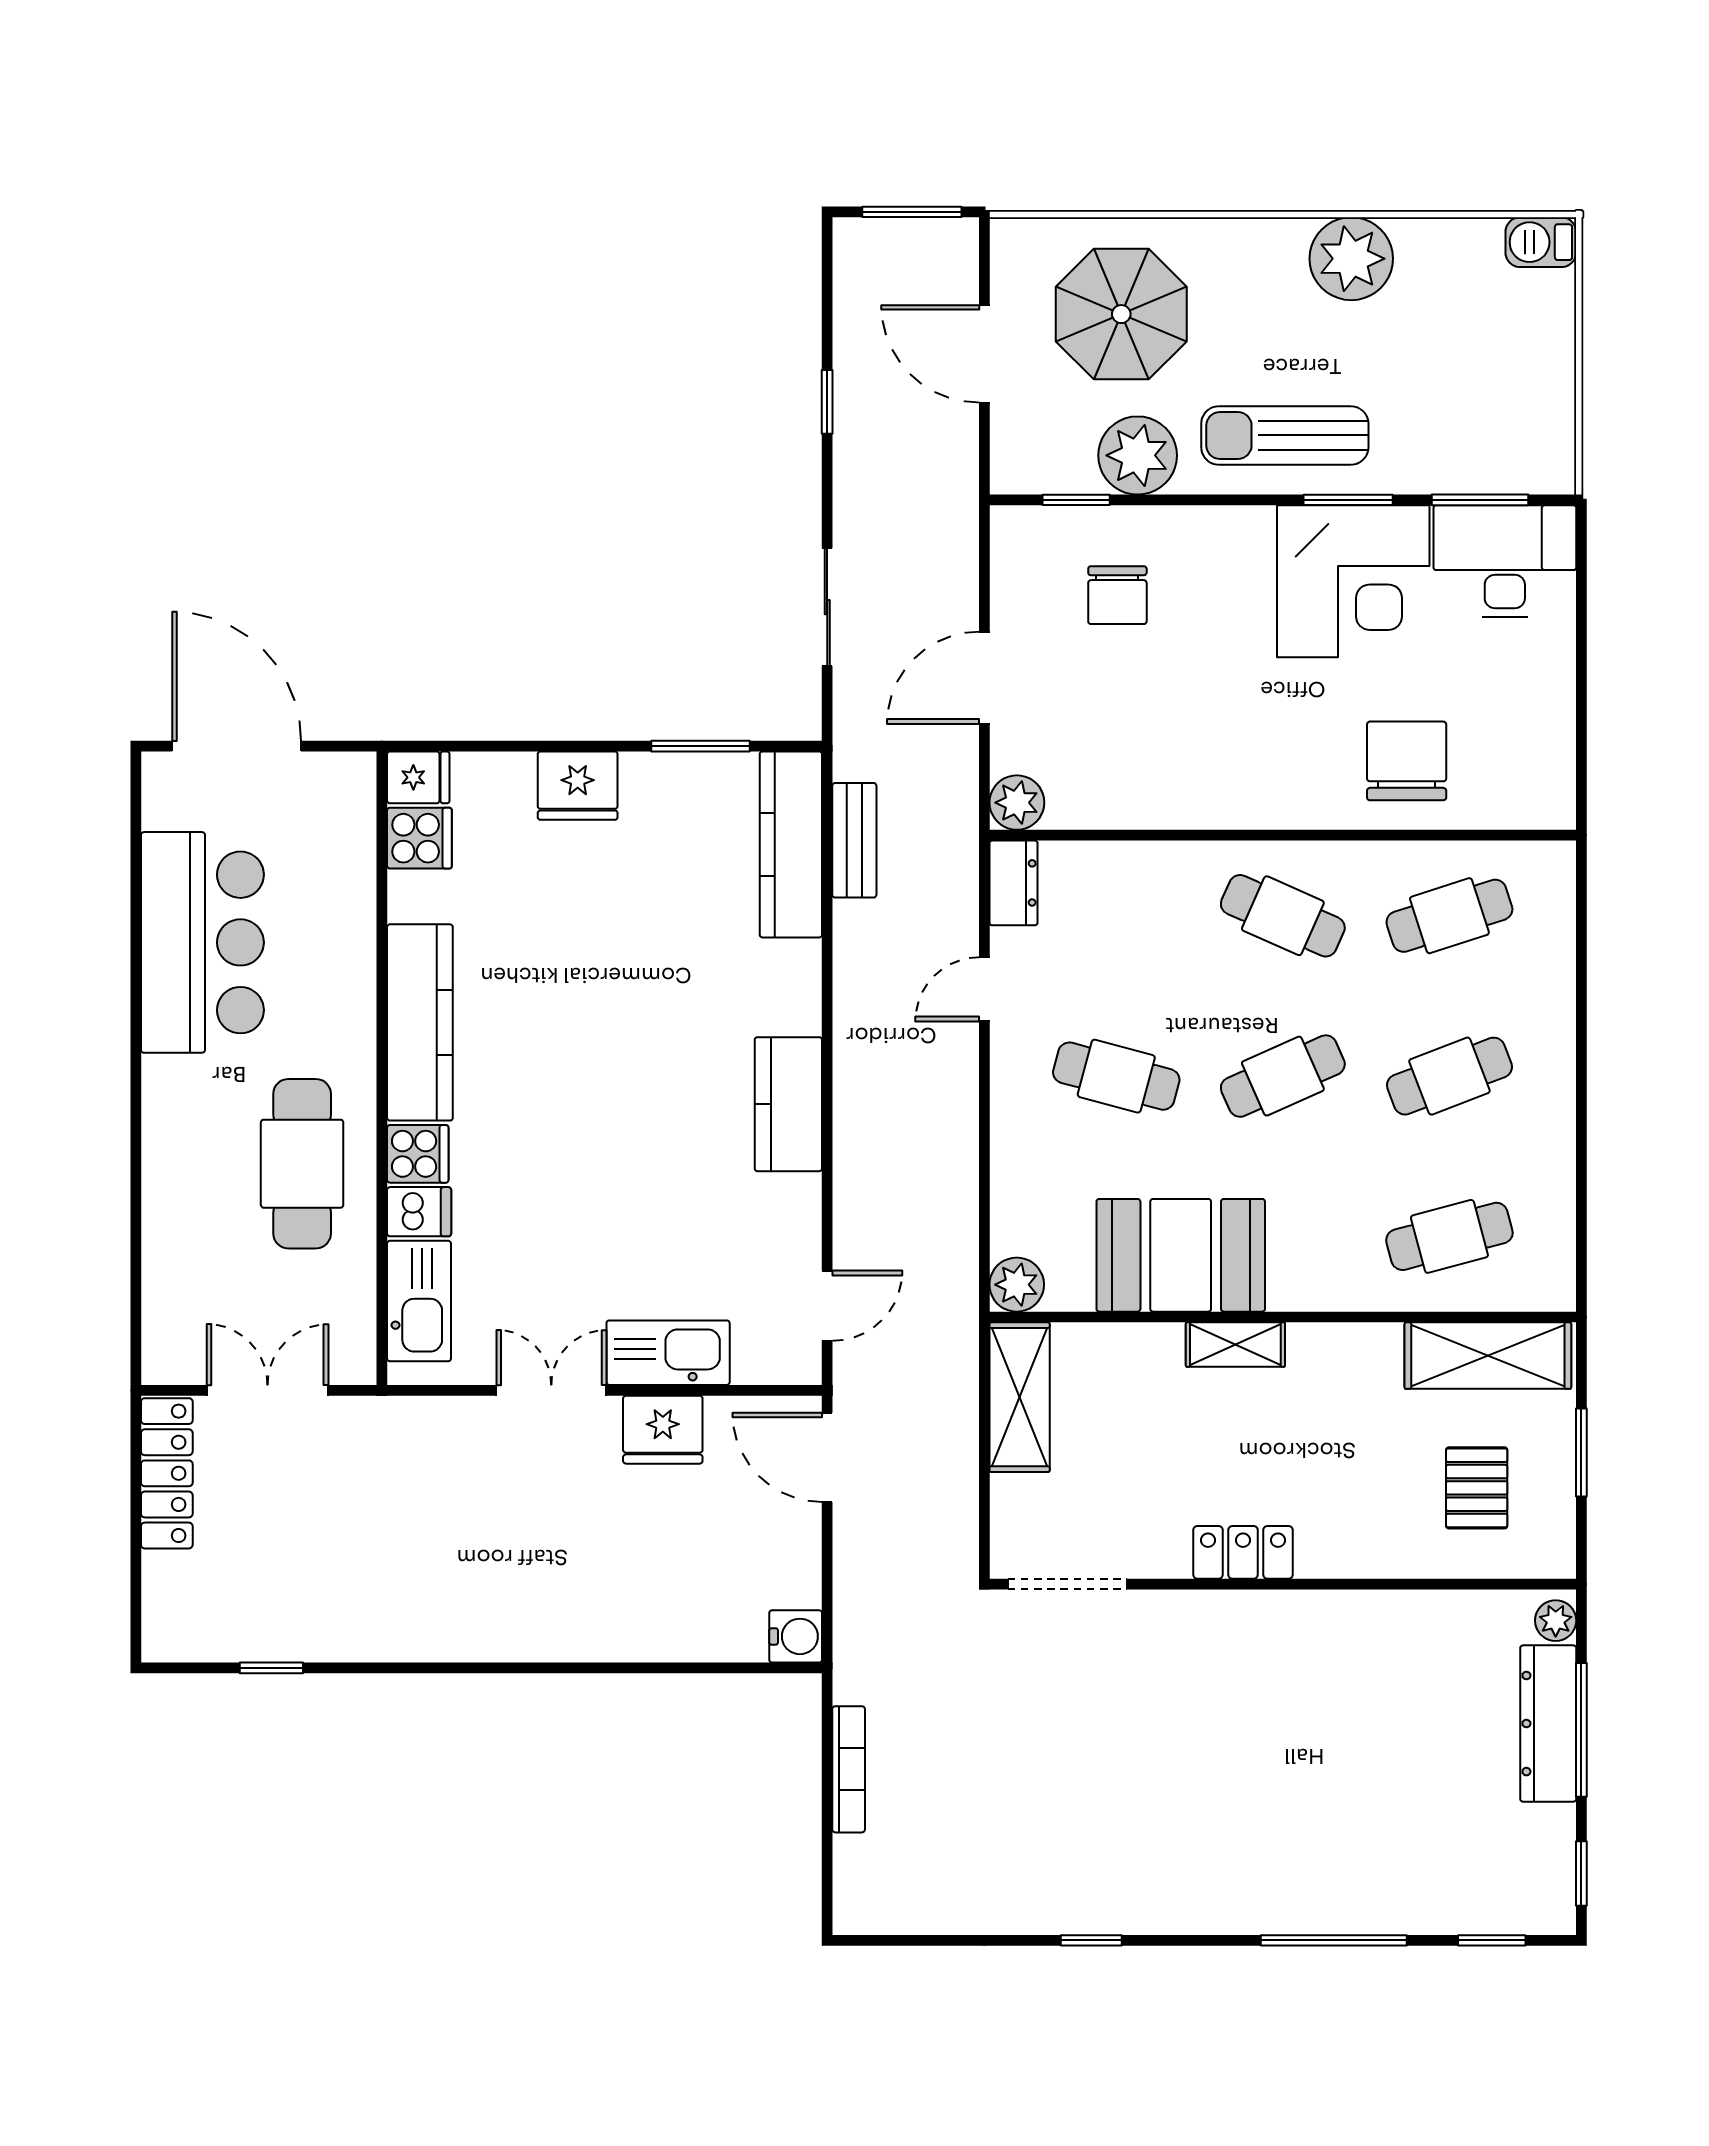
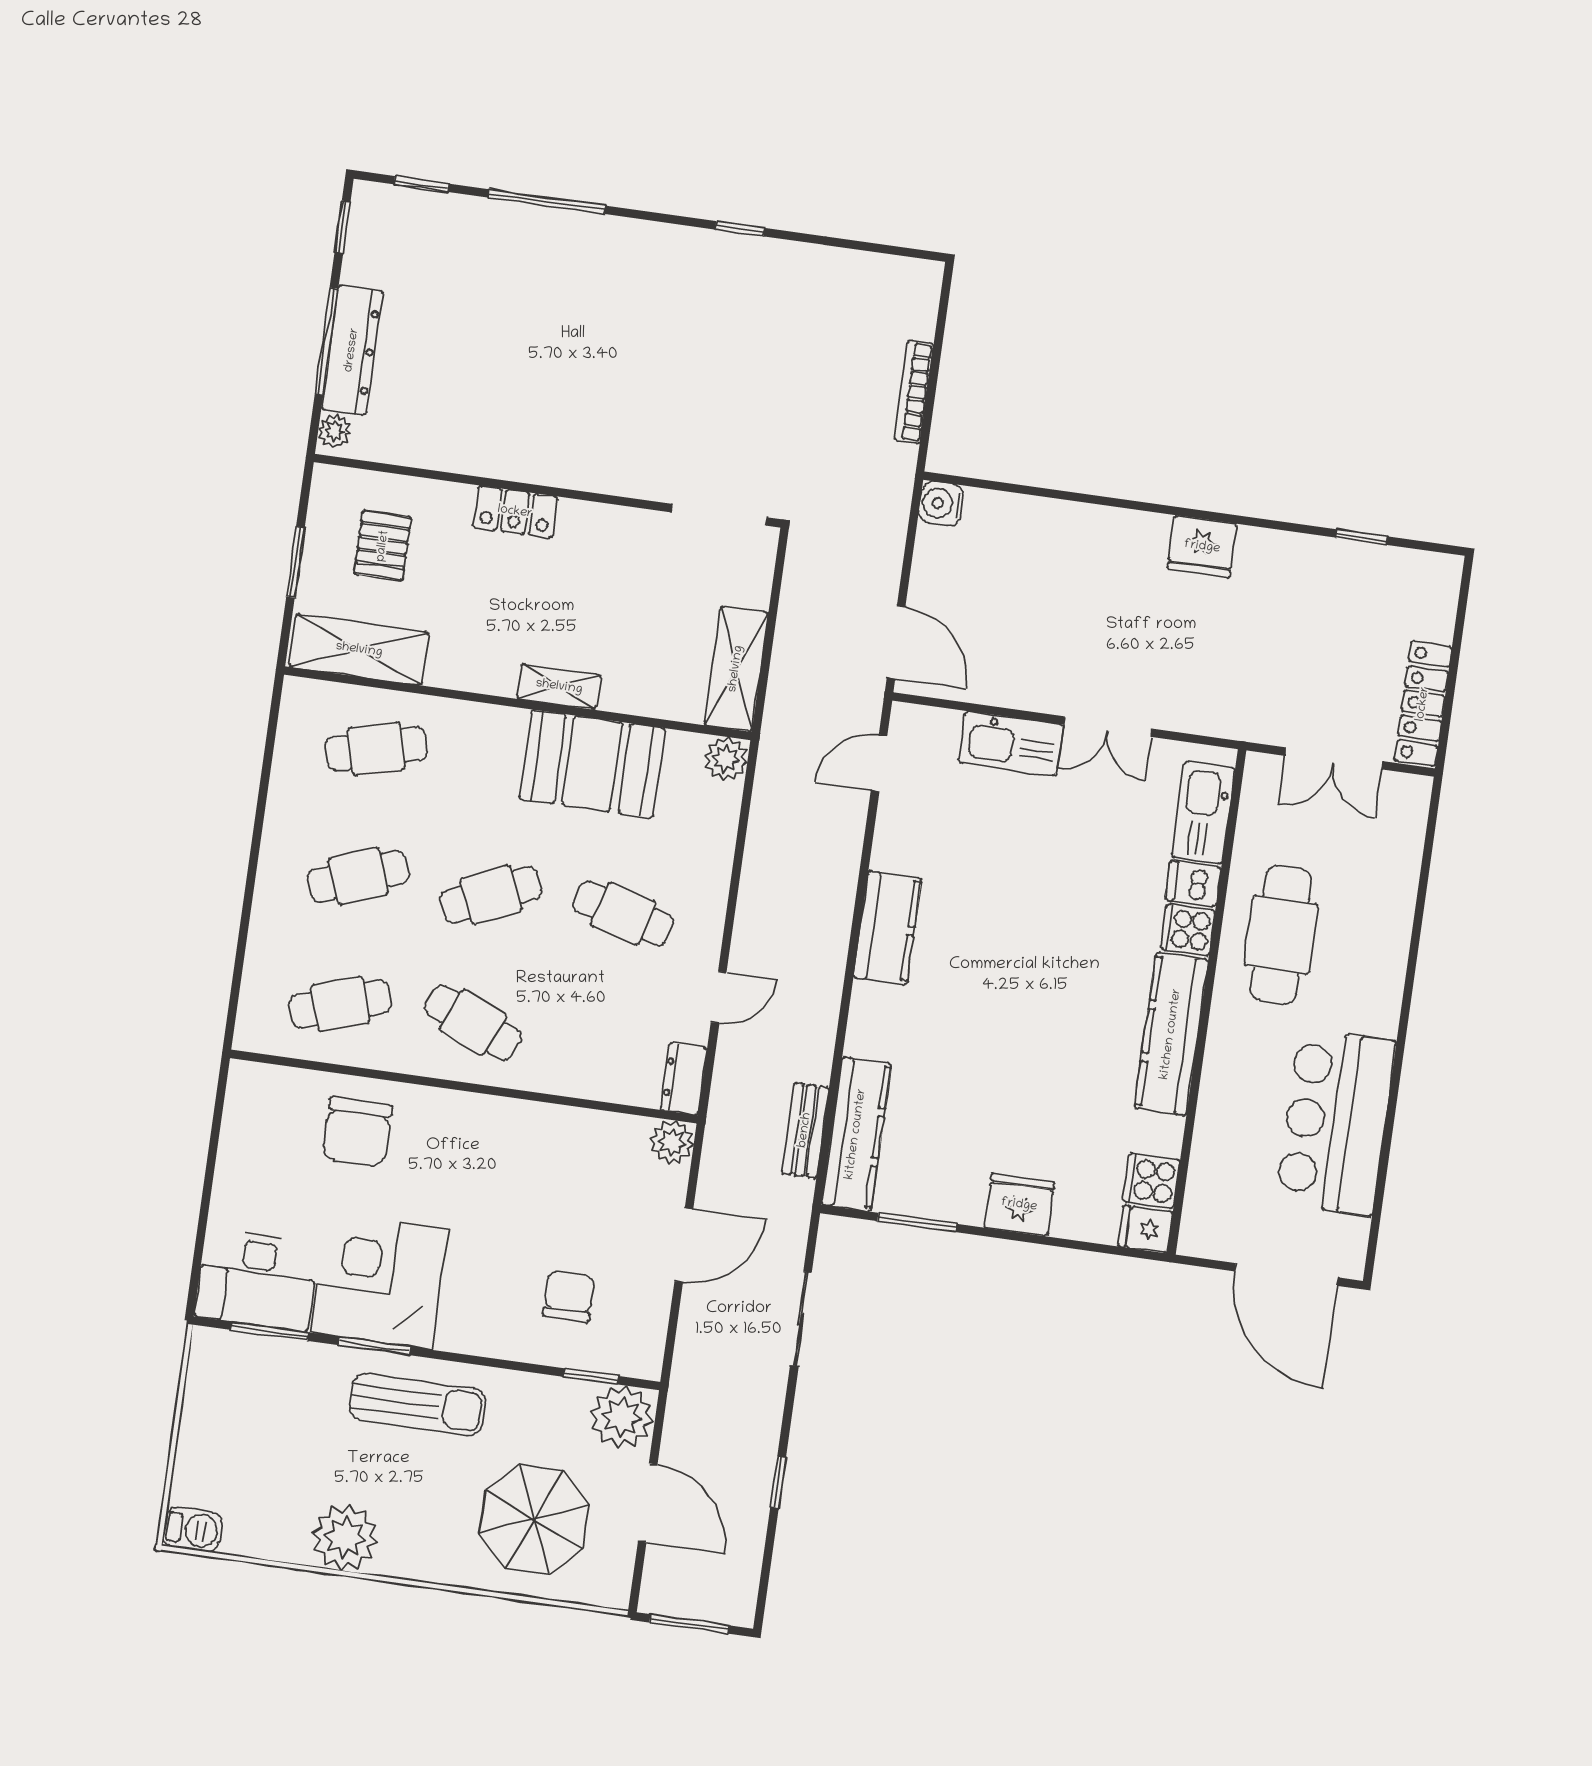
plant: (1138, 455) -> (622, 1417), moved
fridge: (663, 1430) -> (1202, 547), moved, turned 180
locker: (1243, 1552) -> (515, 512), moved

